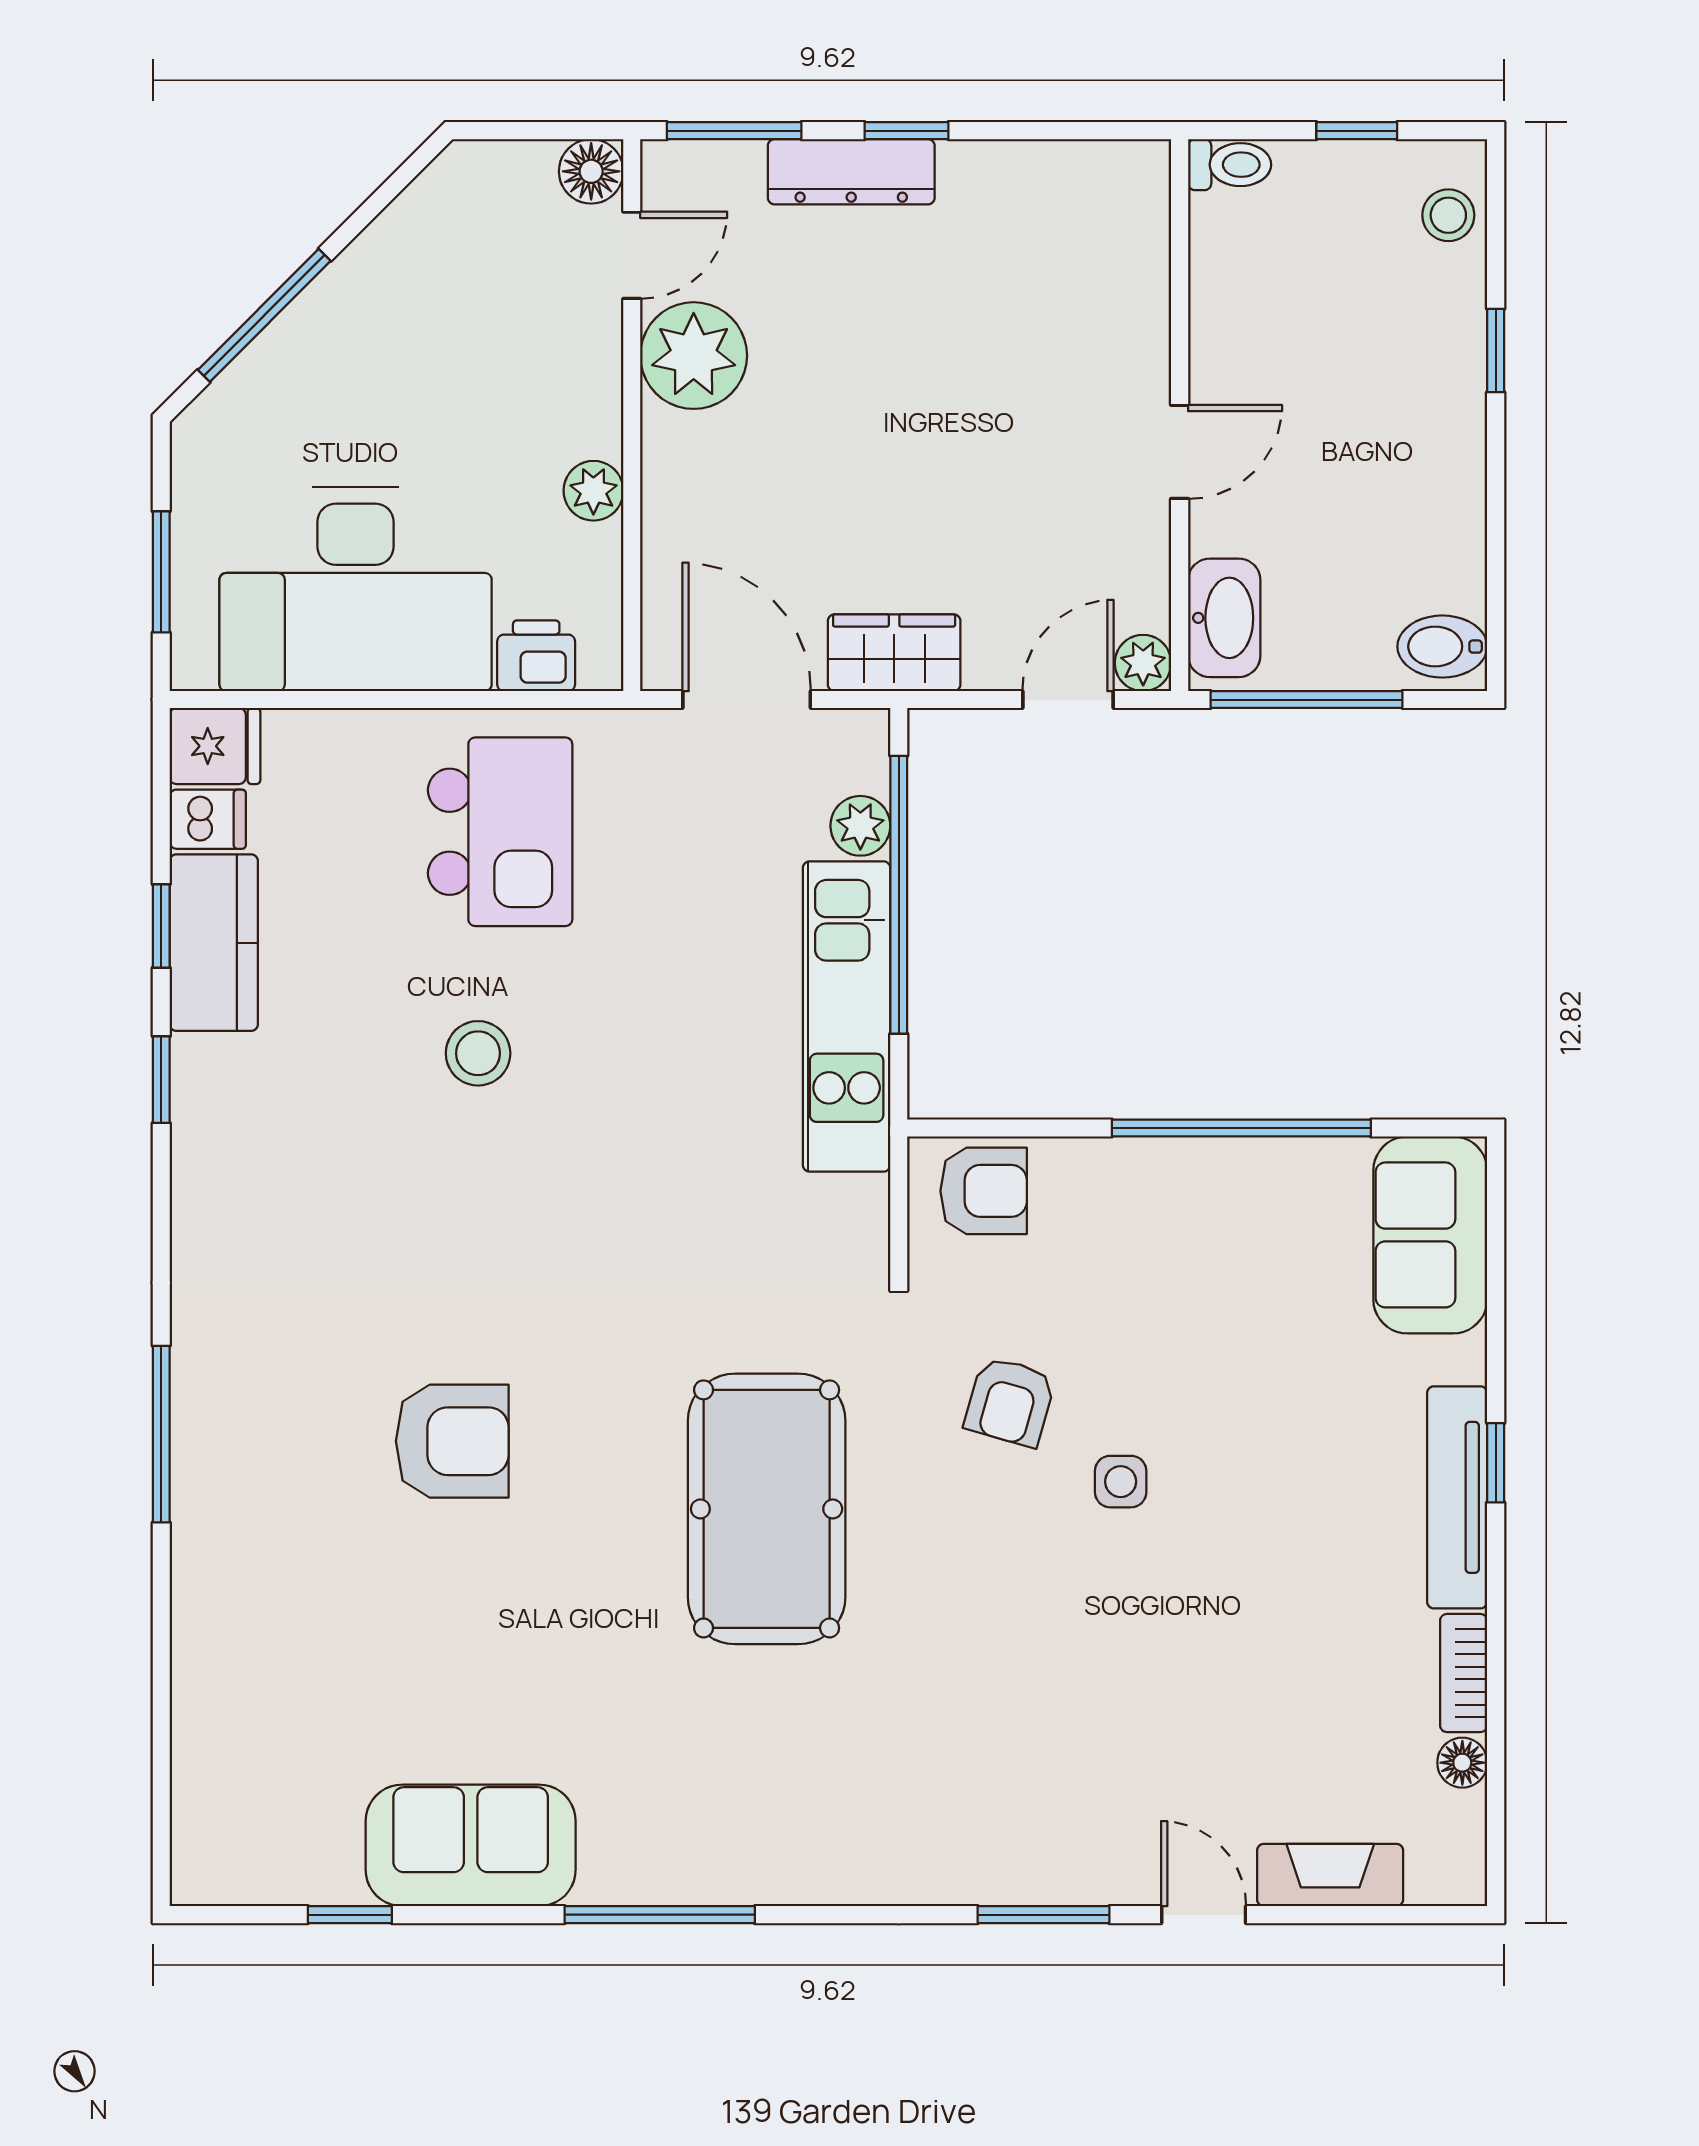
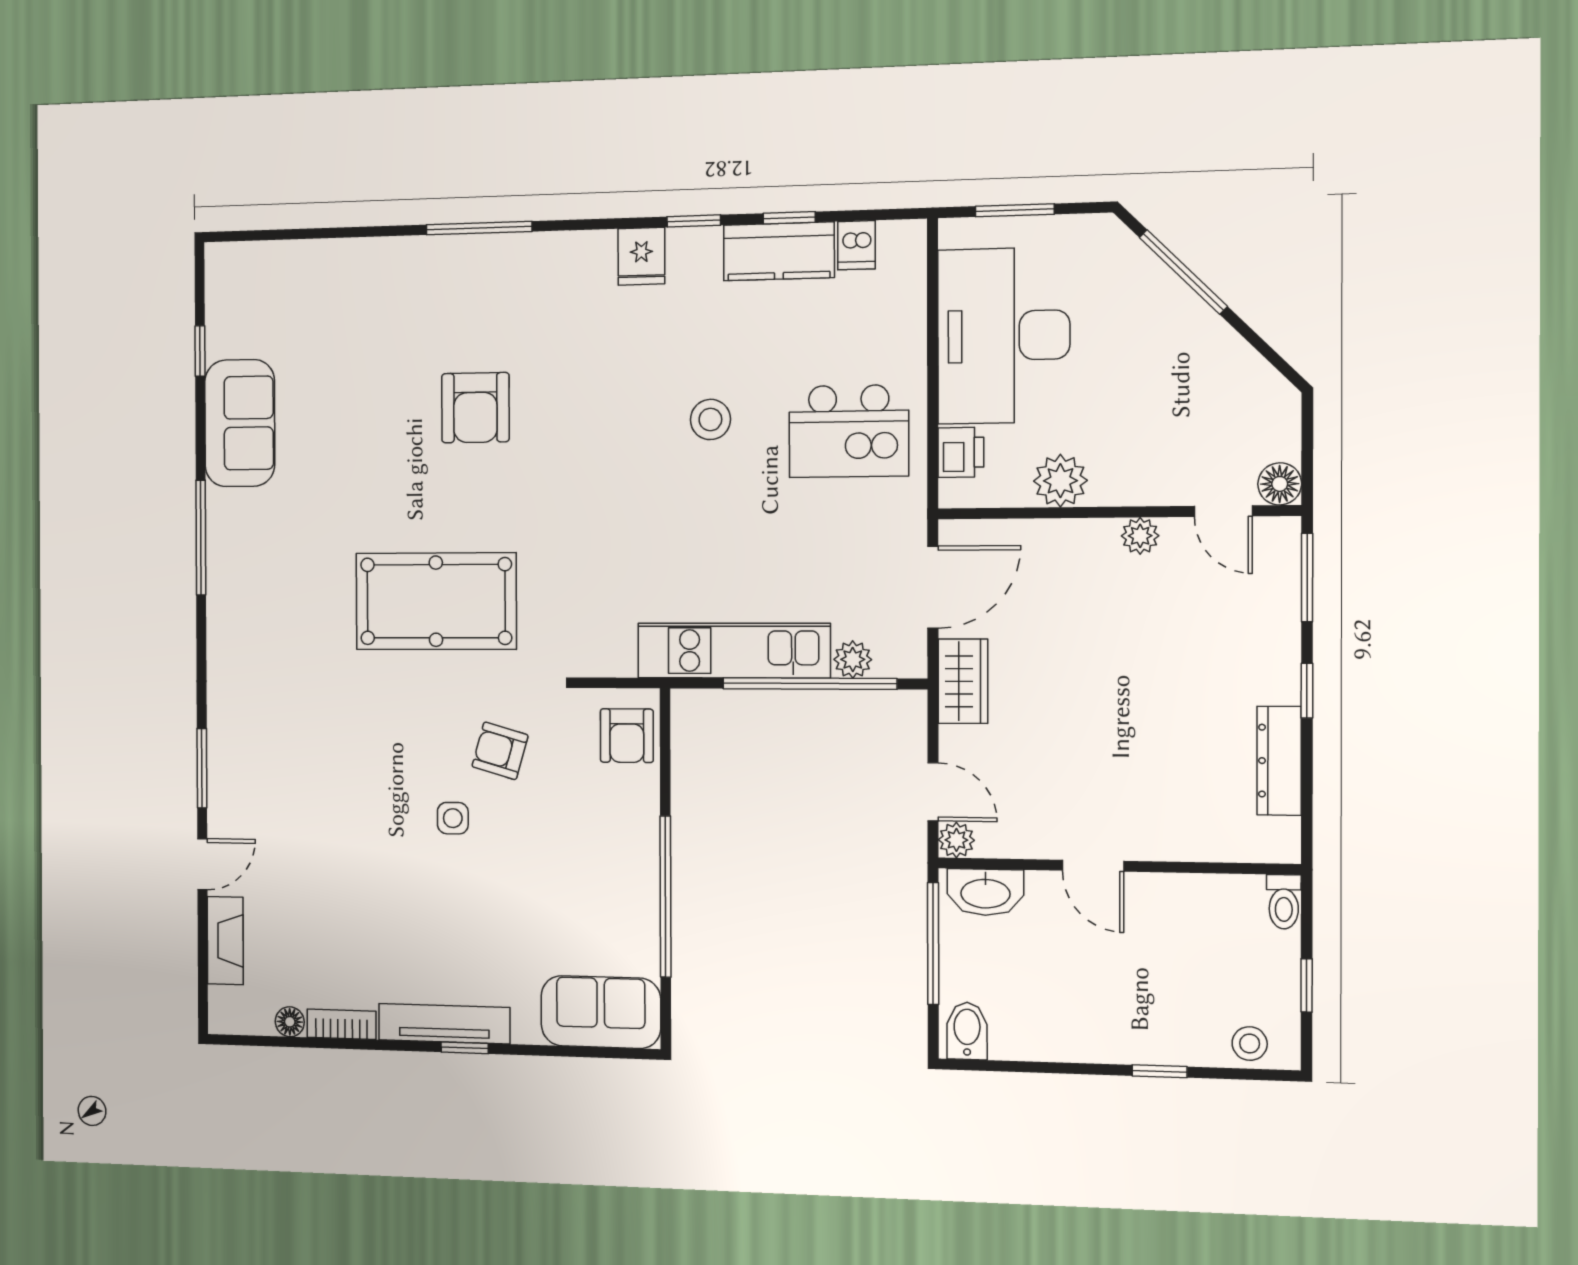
dresser: (851, 172) -> (1279, 761), moved
plant: (694, 356) -> (1140, 536), width x0.53, depth x0.53
plant: (593, 491) -> (1060, 481), width x1.38, depth x1.38
fridge: (215, 746) -> (641, 256), moved

